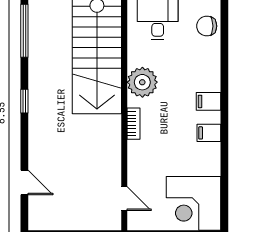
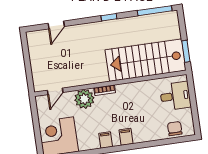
plant: (142, 82) -> (84, 99), moved

